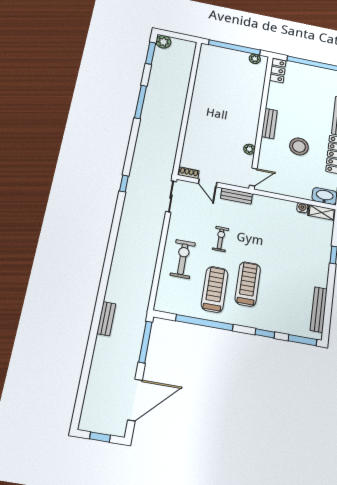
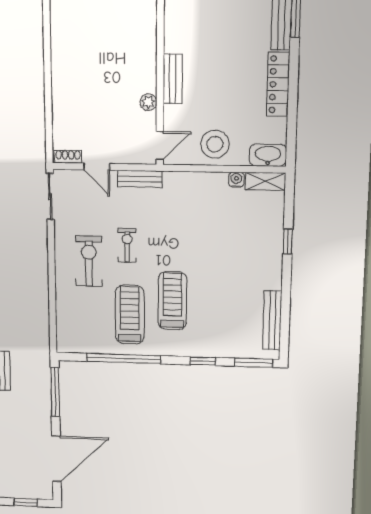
bench: (269, 124) -> (173, 79), moved
stool: (299, 146) -> (215, 144), moved
exercise bike: (183, 259) -> (89, 261), moved

